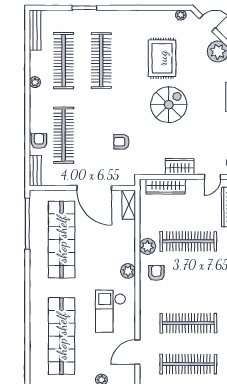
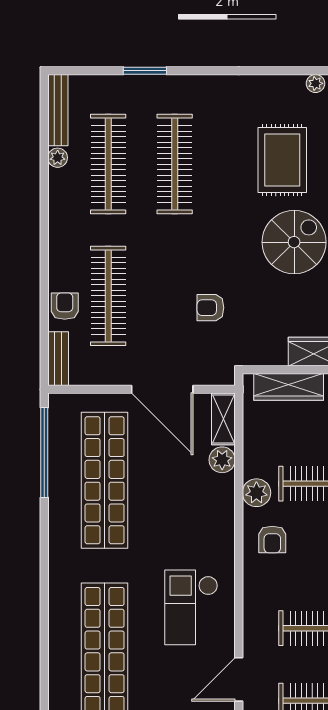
plant: (35, 82) -> (58, 158), moved
plant: (128, 271) -> (222, 460), moved
armchair: (156, 273) -> (272, 540), turned 180

